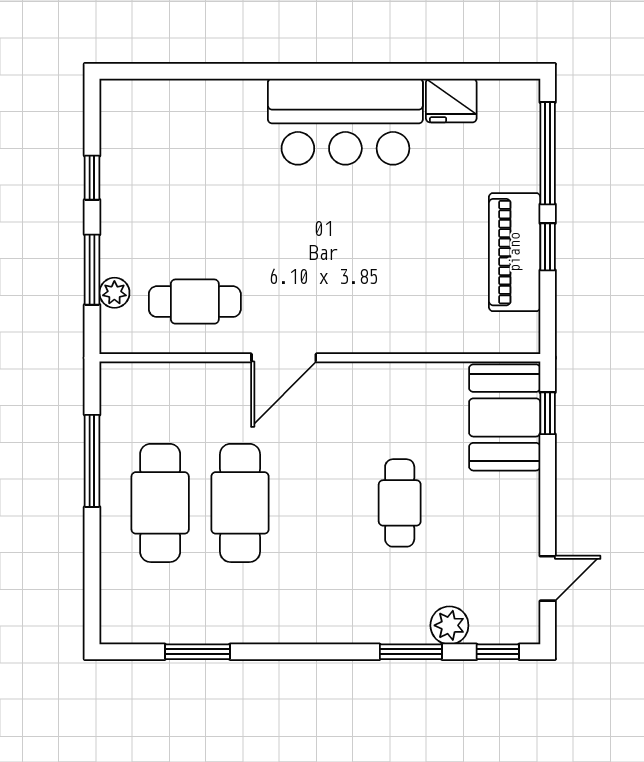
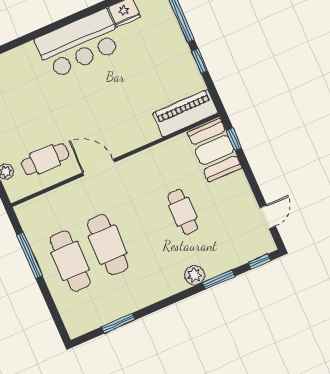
piano: (515, 252) -> (185, 113), moved, turned 90
door: (284, 358) -> (98, 167), swing flipped
plant: (449, 625) -> (195, 275), moved

